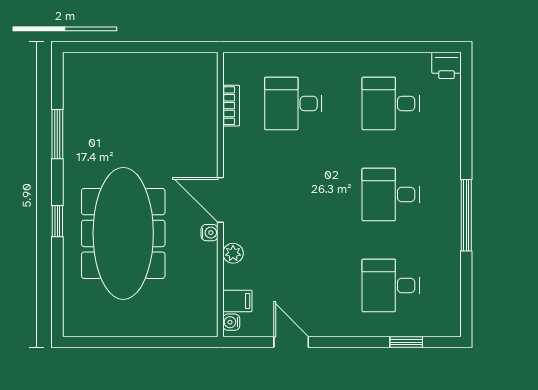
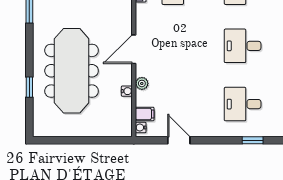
door: (220, 200) -> (134, 49), hinge flipped
window: (57, 221) -> (29, 87), moved
water cooler: (210, 233) -> (127, 91), moved

